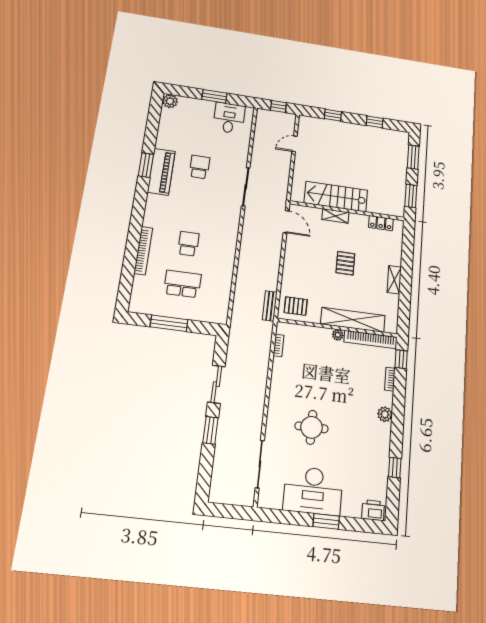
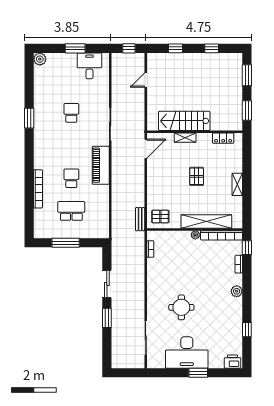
piano: (161, 172) -> (101, 165), moved, turned 180
door: (286, 222) -> (146, 149), hinge flipped

